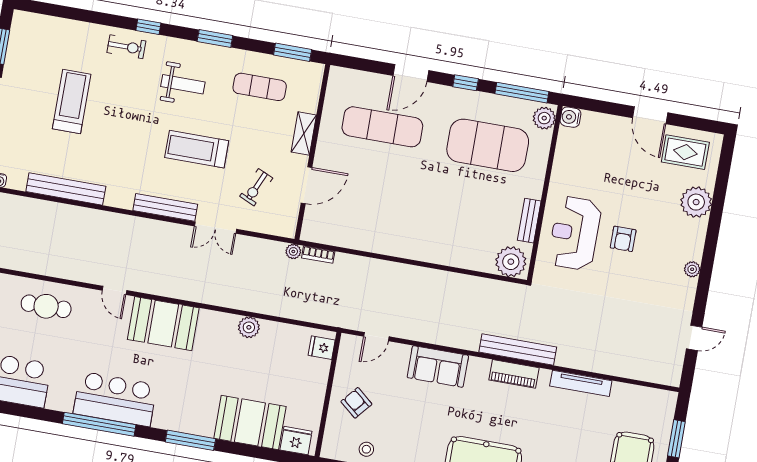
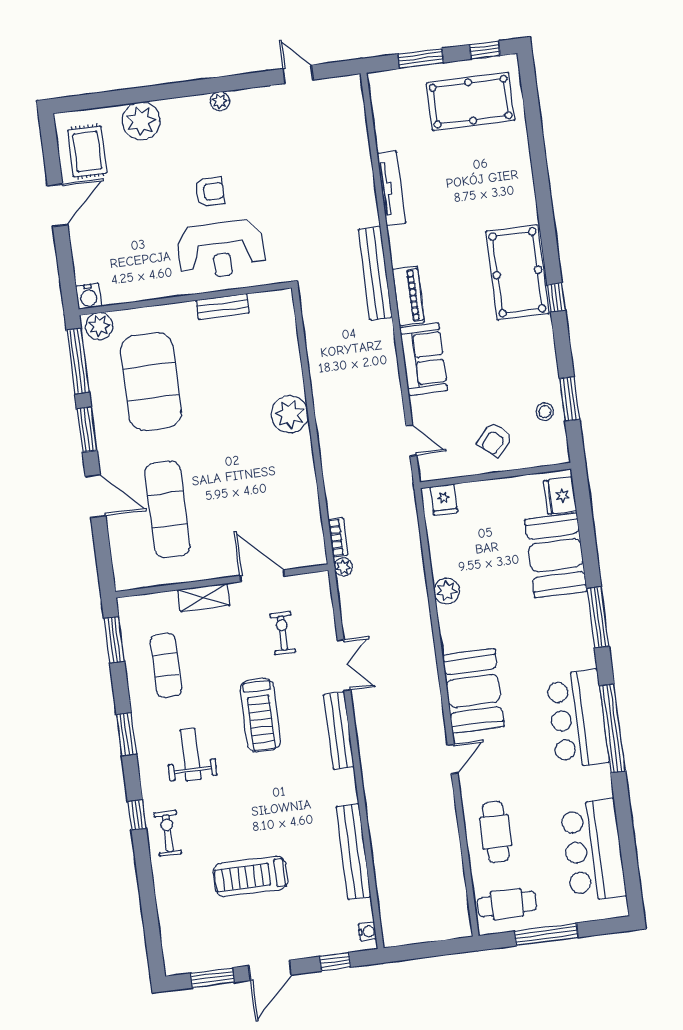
window: (466, 83) -> (87, 430), width x1.50
exercise bike: (256, 187) -> (283, 633), turned -114
plant: (511, 262) -> (290, 414), moved
piano: (514, 374) -> (408, 296), moved

